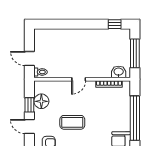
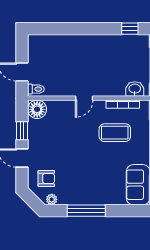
floor lamp: (41, 101) -> (37, 109), moved
coffee table: (72, 122) -> (115, 133), moved

